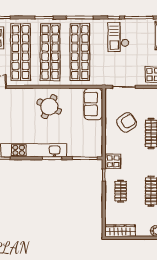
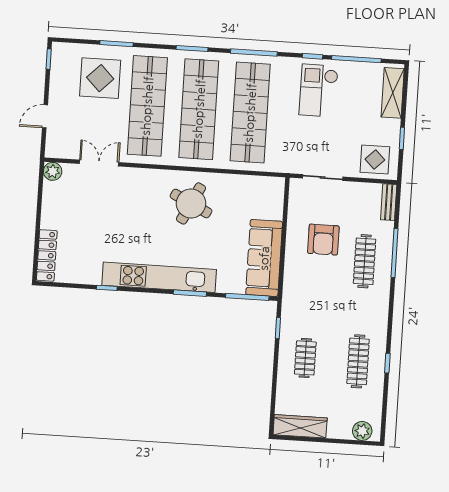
sofa: (93, 104) -> (264, 258), moved, width x1.36
armchair: (127, 122) -> (323, 240), turned 123
display table: (113, 161) -> (296, 305), removed

